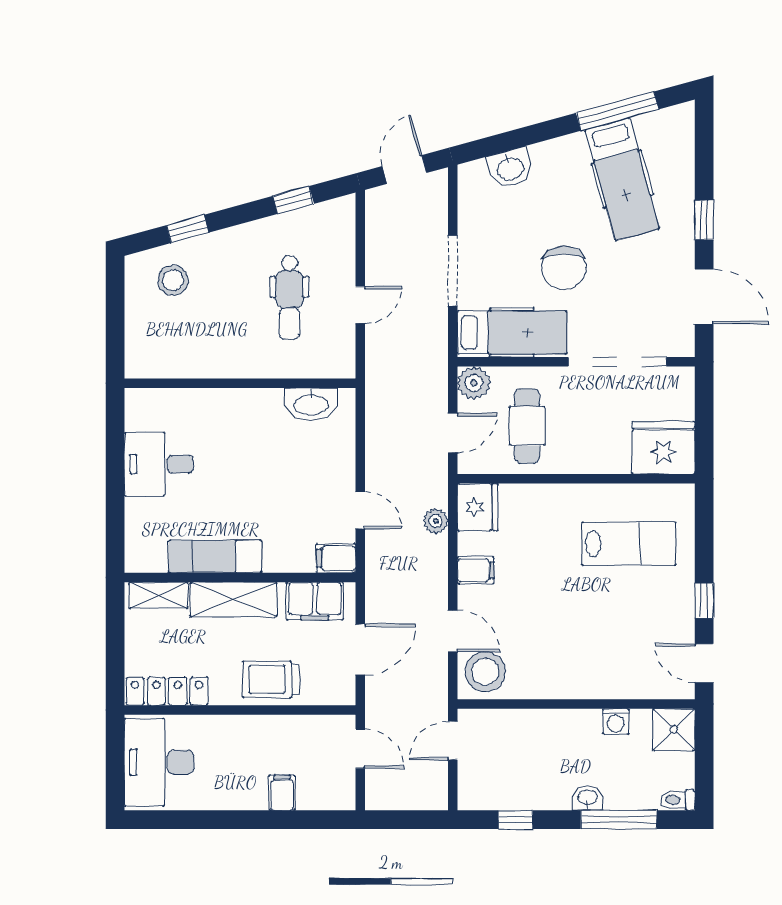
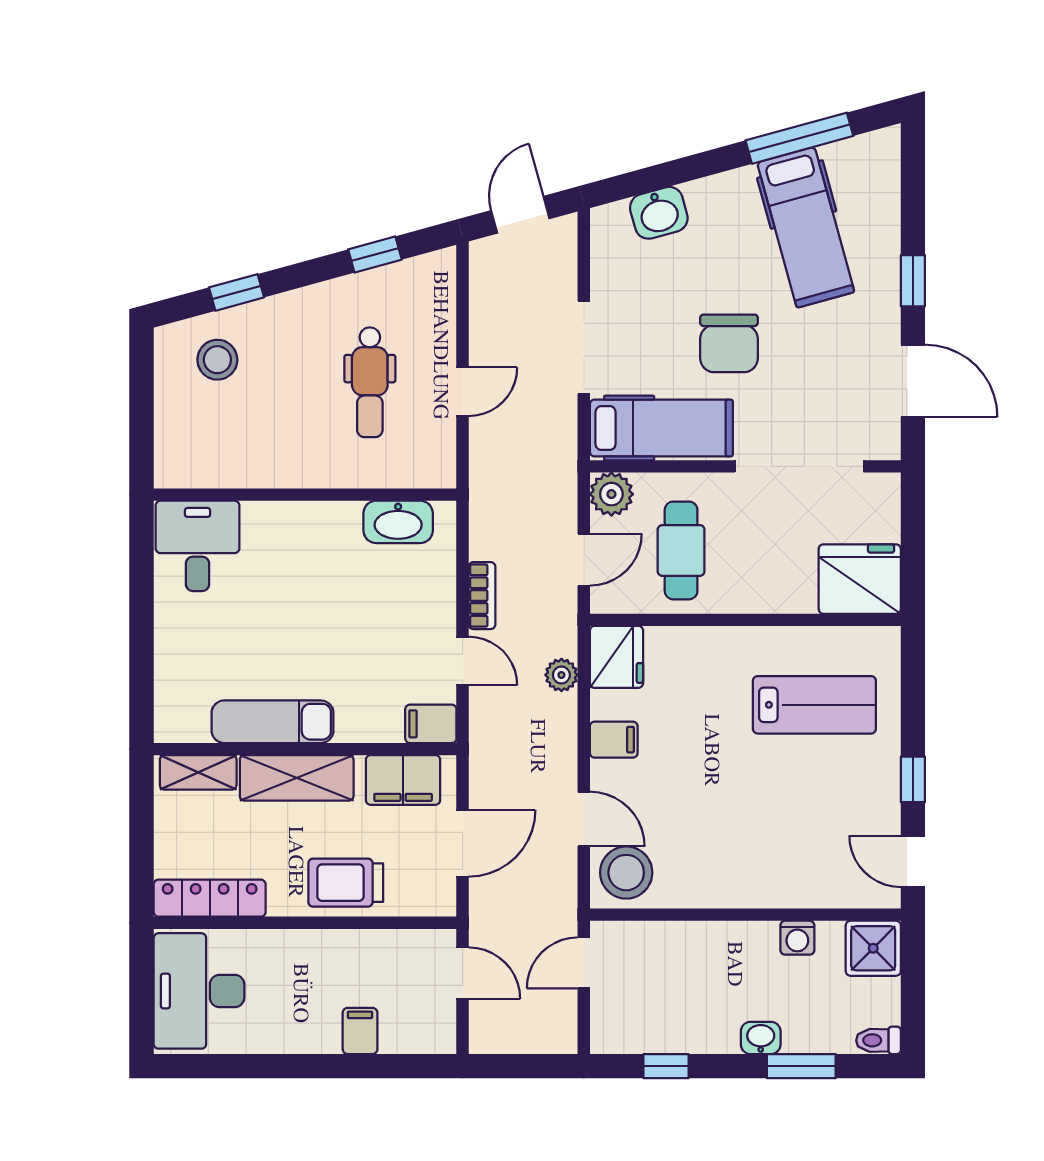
bookcase: (375, 460) -> (482, 596), added
desk: (159, 464) -> (198, 546), moved, turned 90
window: (619, 820) -> (801, 1066), width x0.69

